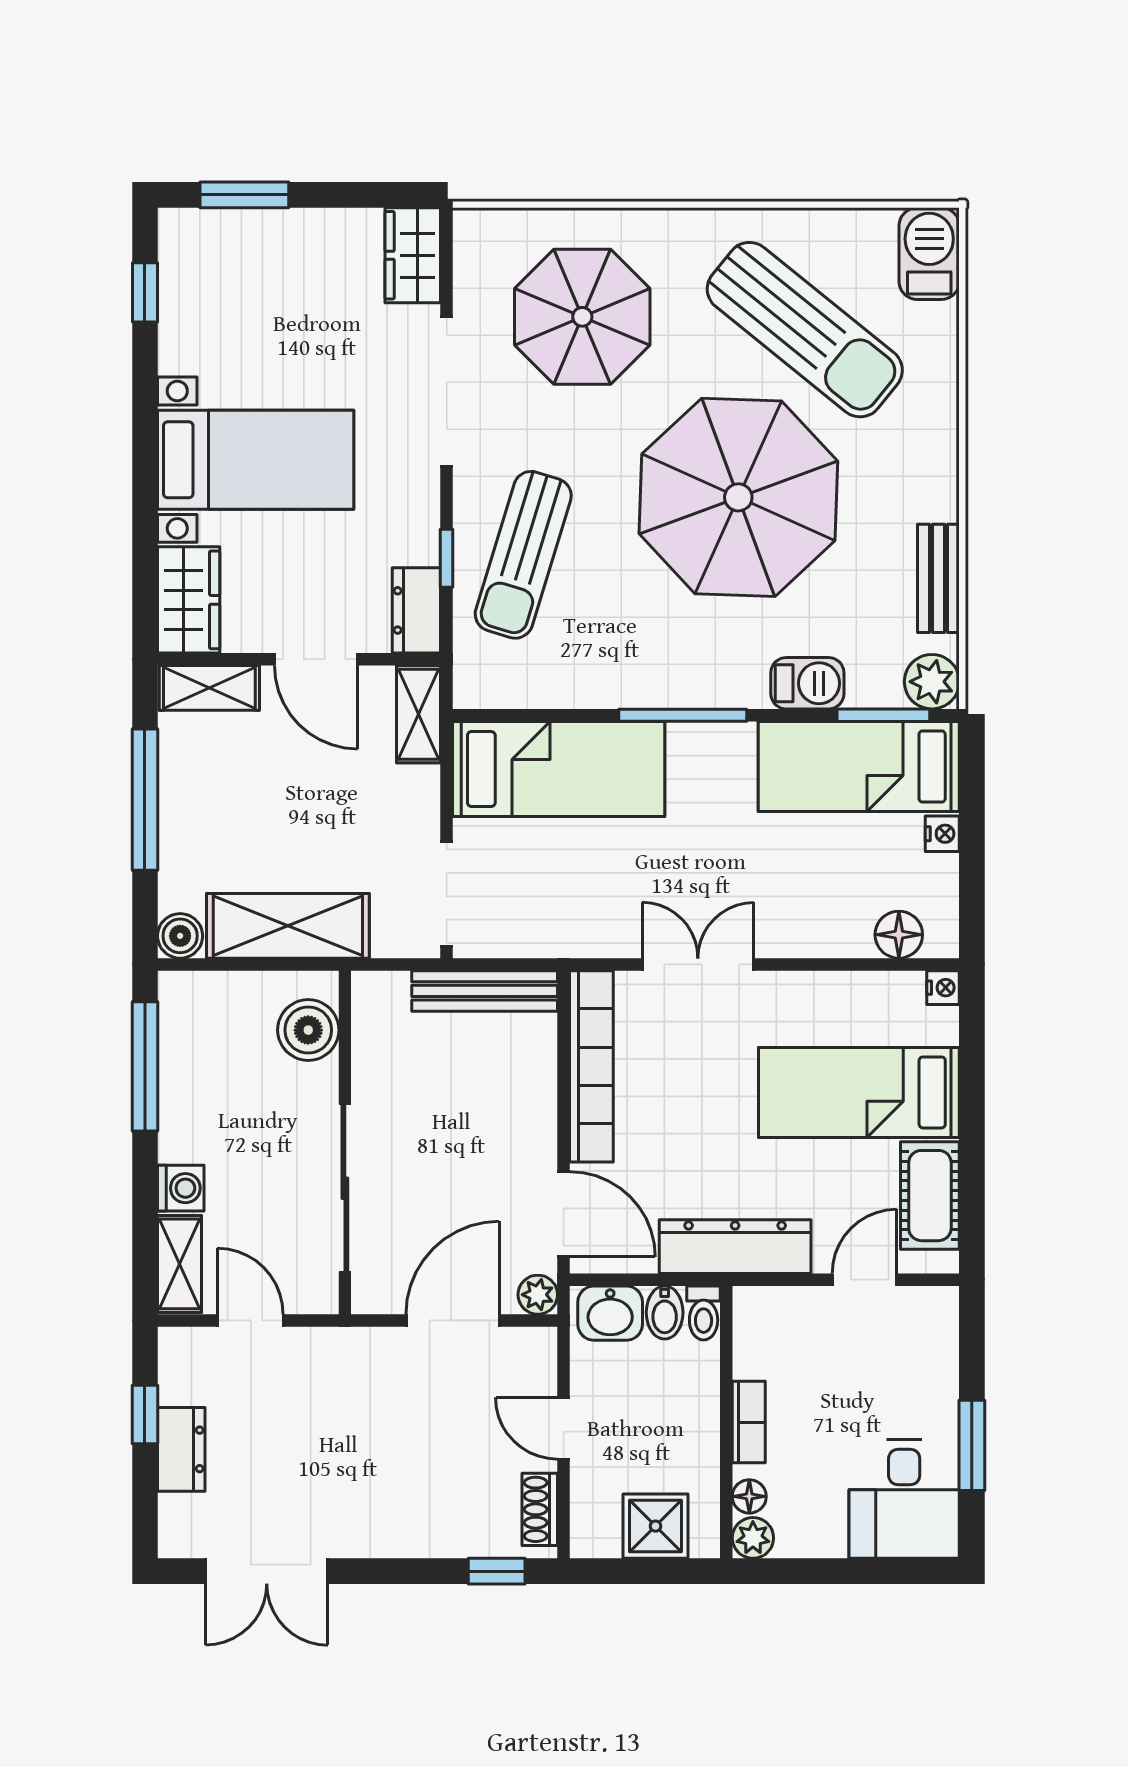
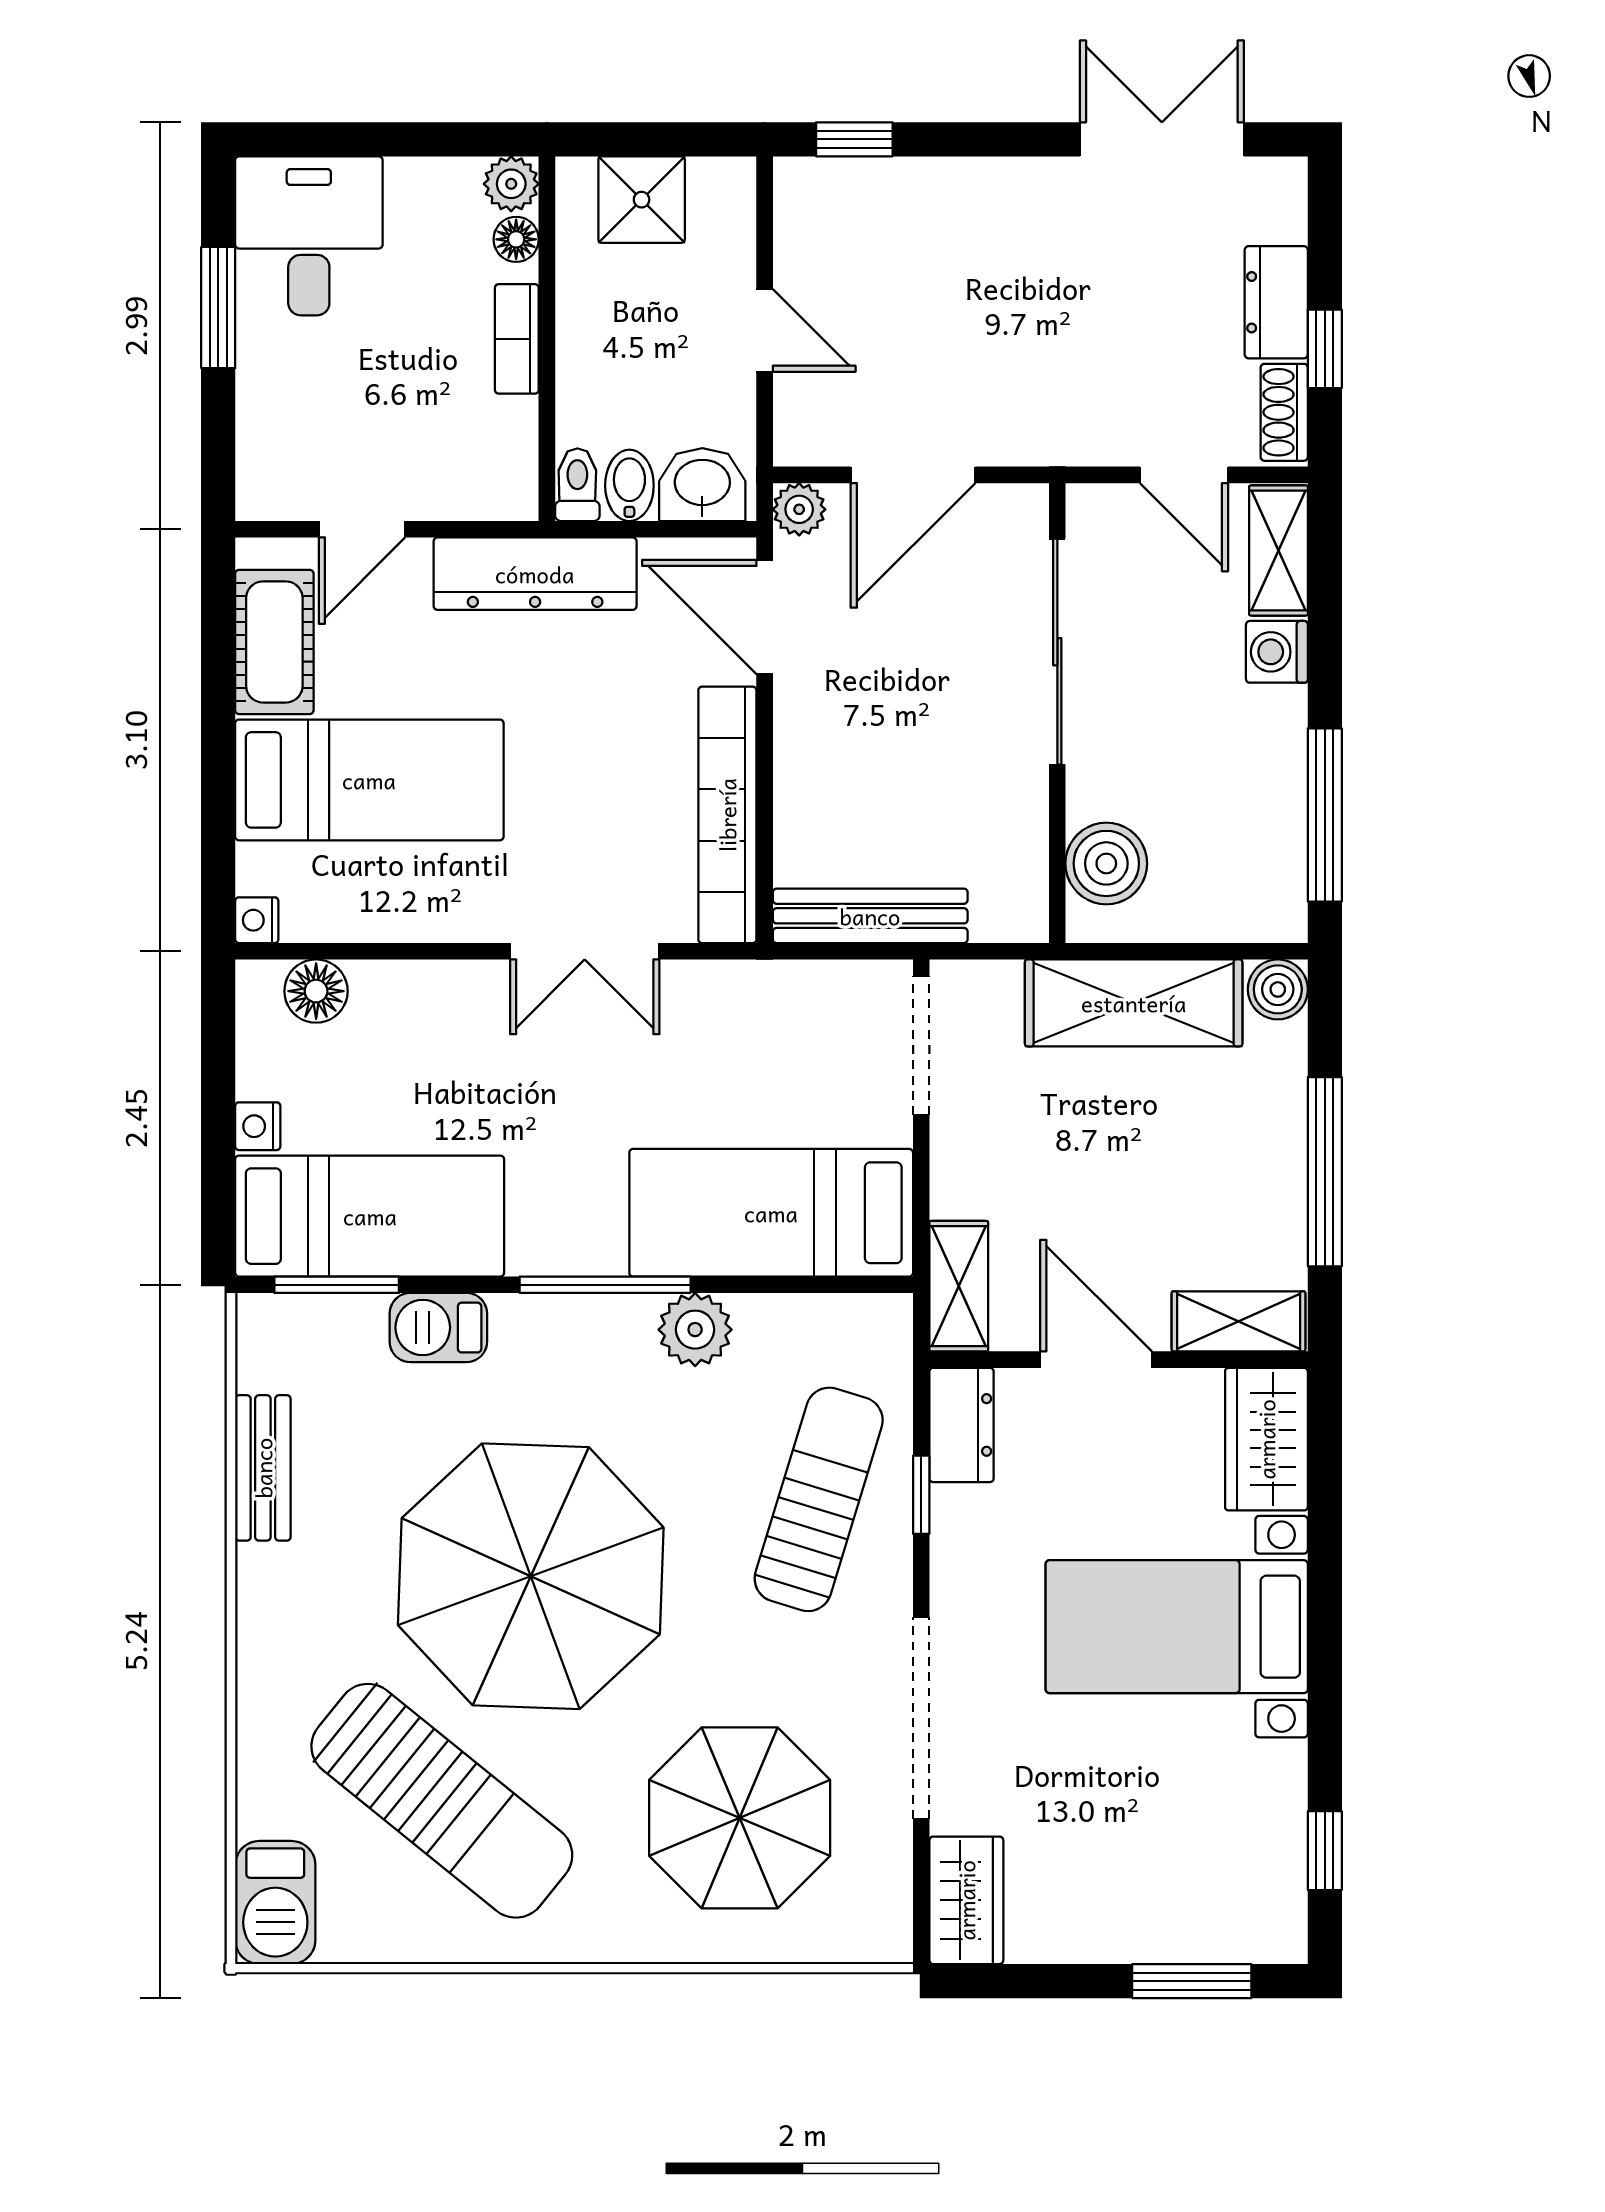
sun lounger: (805, 330) -> (442, 1801), turned 180
plant: (932, 682) -> (695, 1330), moved
shoe rack: (540, 1509) -> (1284, 412), moved, turned 180

